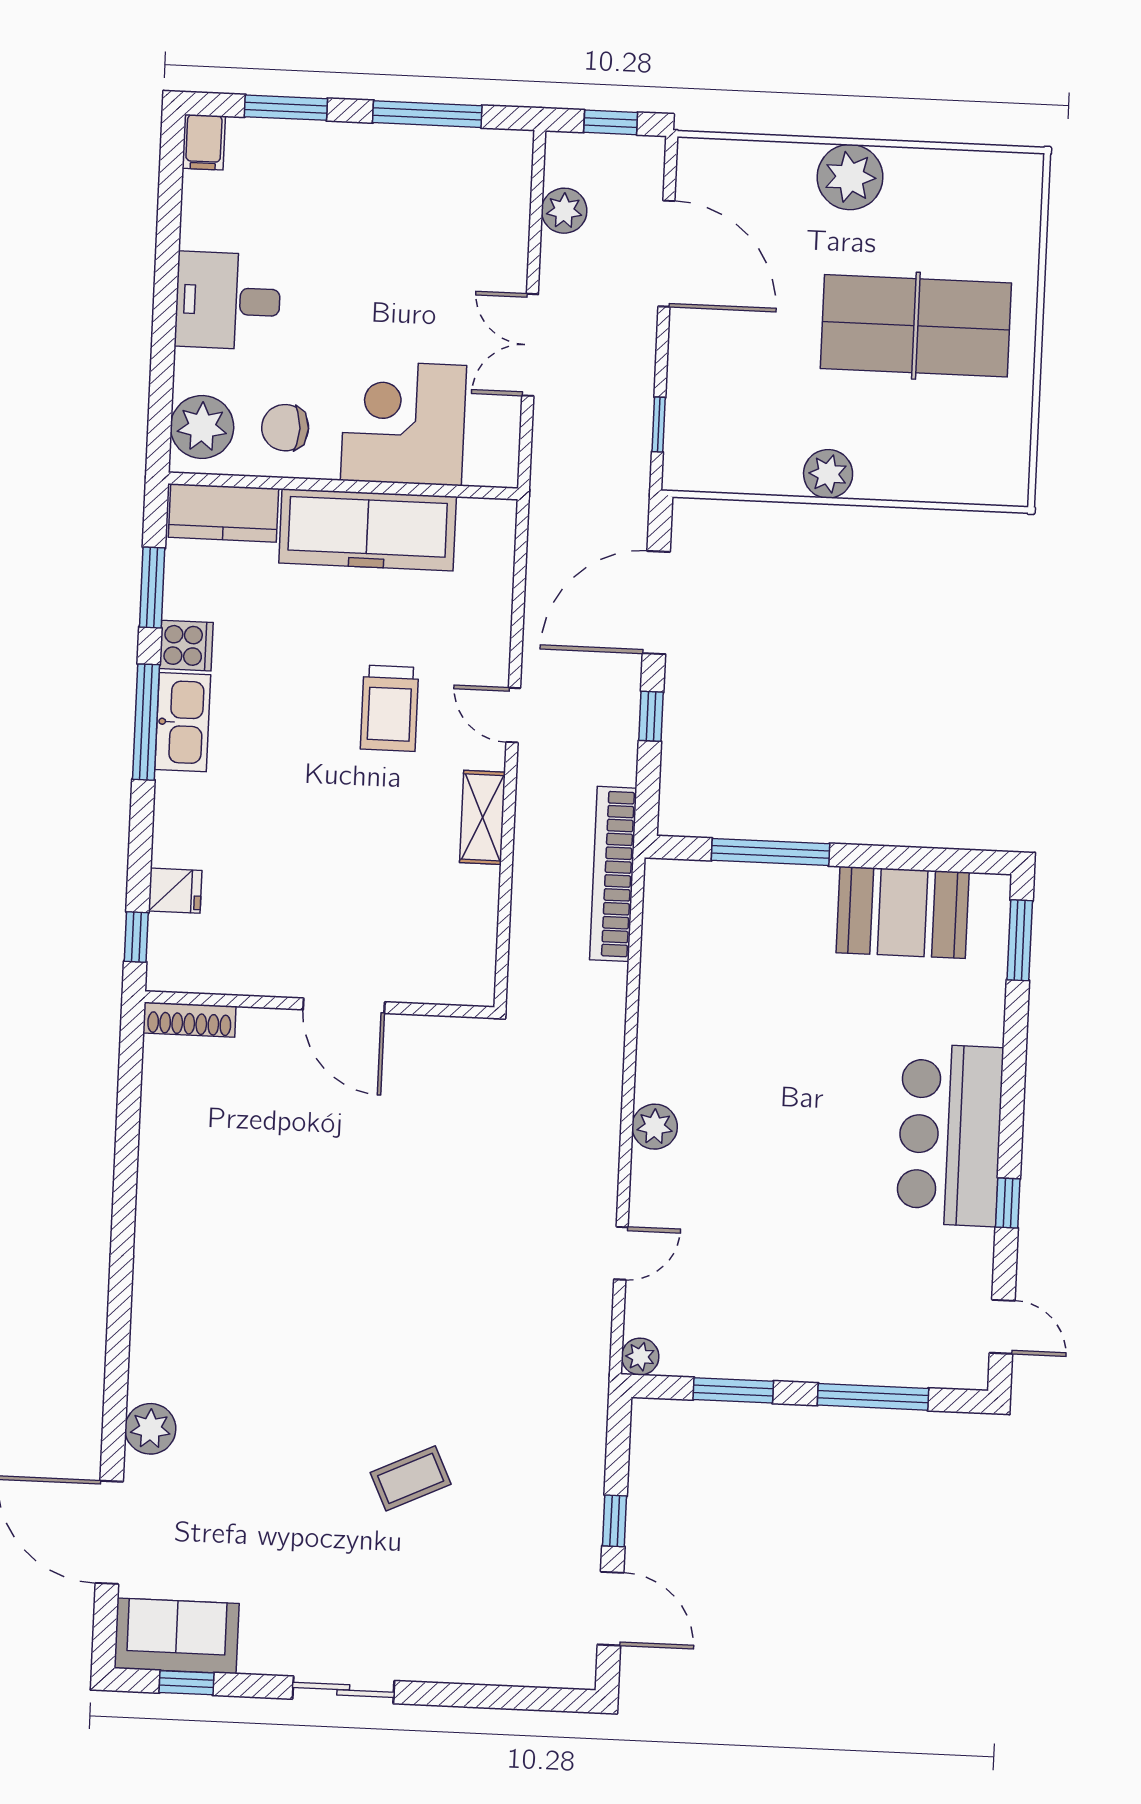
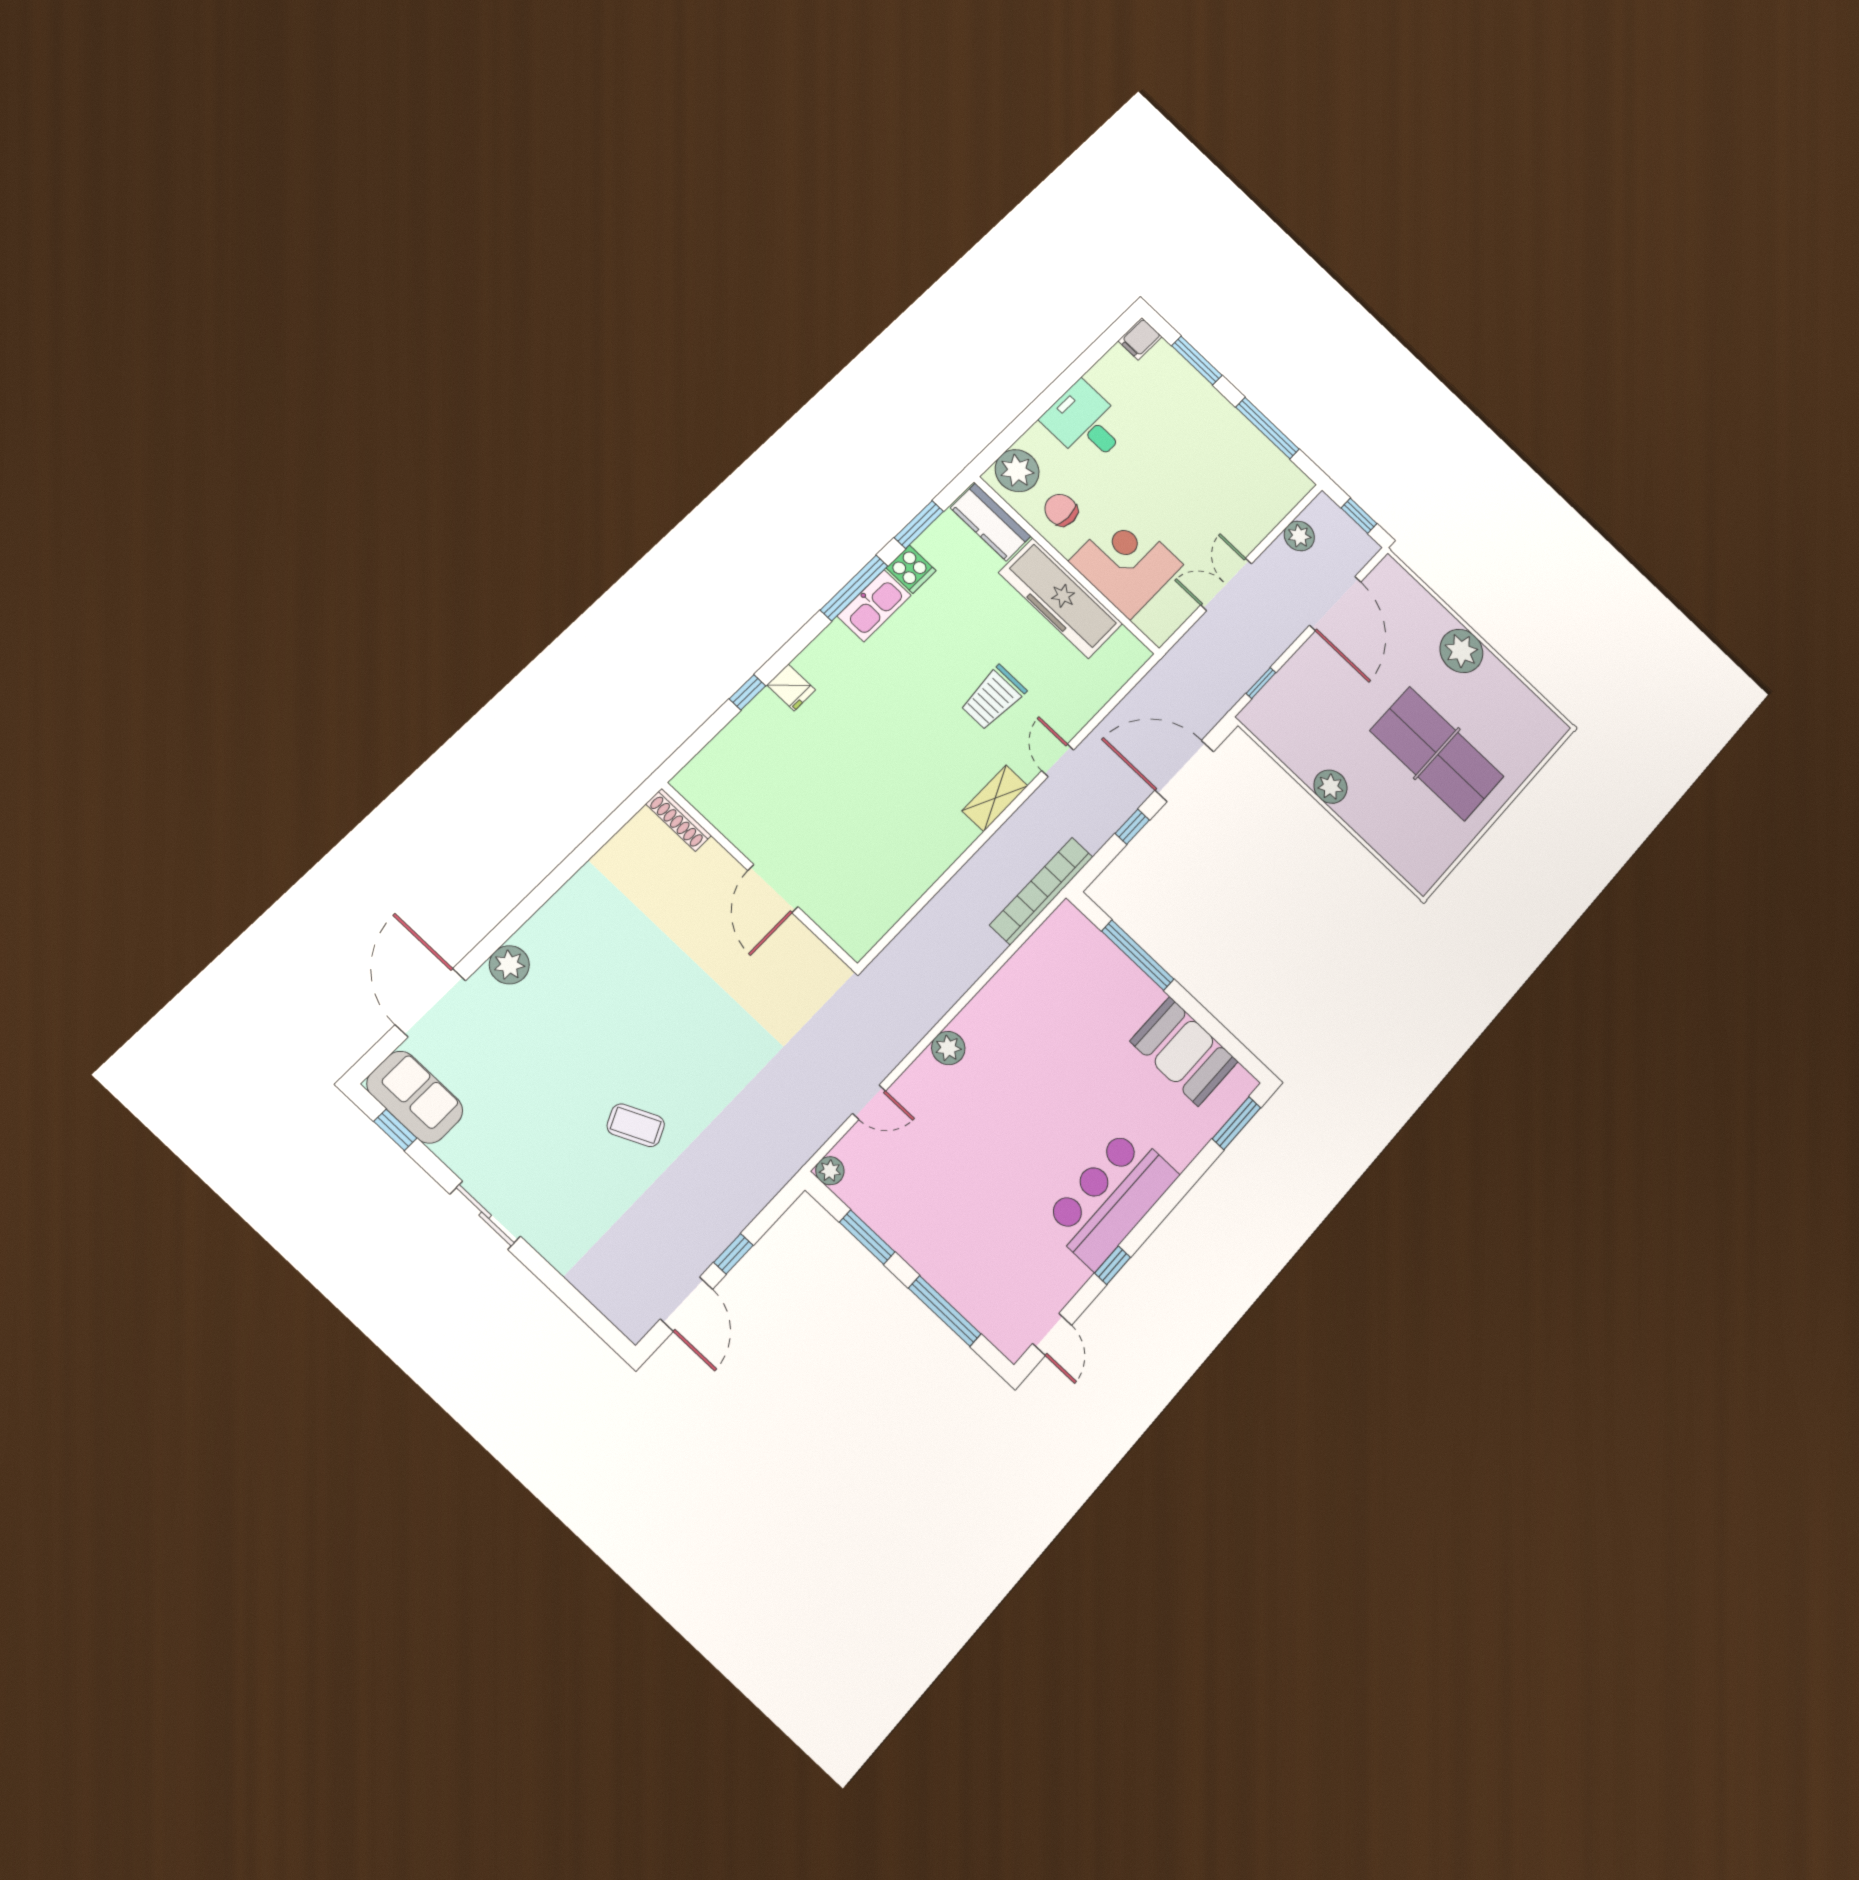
wall: (320, 1005) -> (760, 876), moved
door: (344, 1006) -> (773, 889), moved
shoe rack: (189, 1020) -> (678, 820), moved

